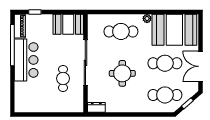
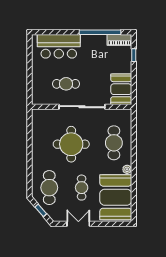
bar counter: (26, 60) -> (59, 46), moved
cafe table: (165, 63) -> (82, 188), width x0.73, depth x0.74
double door: (200, 66) -> (78, 224), width x0.73
round table: (122, 73) -> (71, 144), width x1.36, depth x1.36
dresser: (96, 107) -> (37, 118), removed

